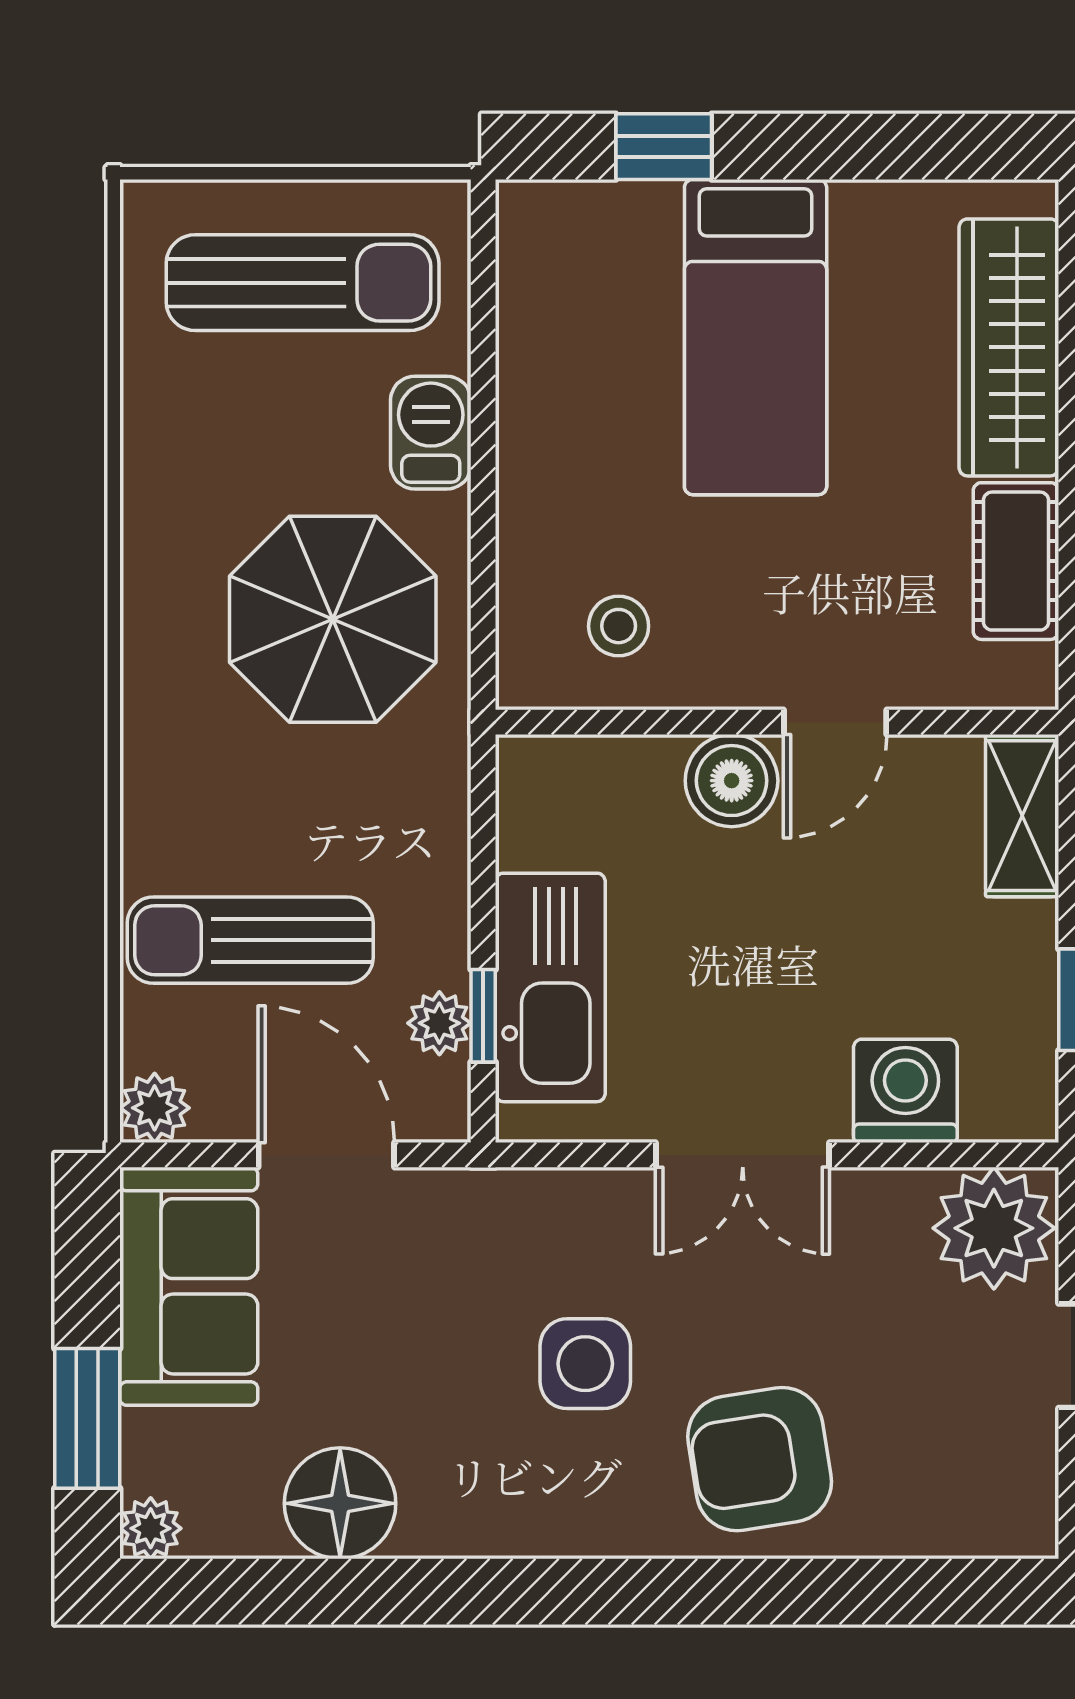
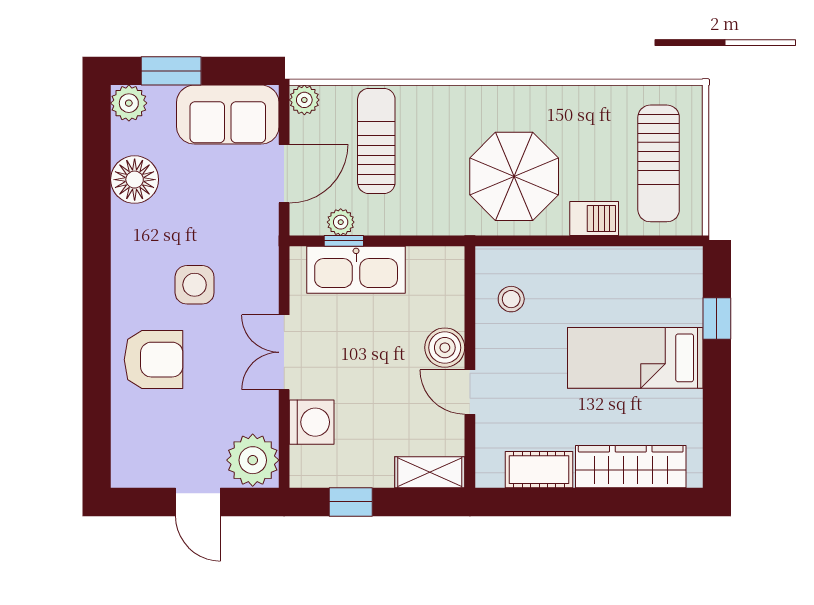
armchair: (760, 1459) -> (154, 360), turned 99
plant: (151, 1528) -> (129, 103), width x1.38, depth x1.38

